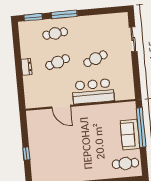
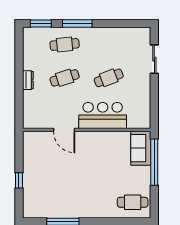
sofa: (130, 134) -> (141, 148), moved

